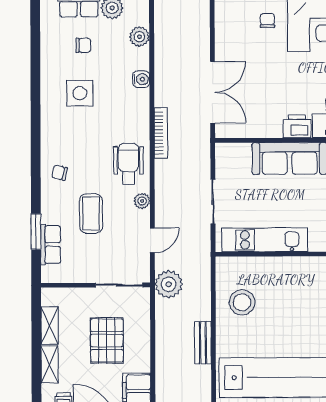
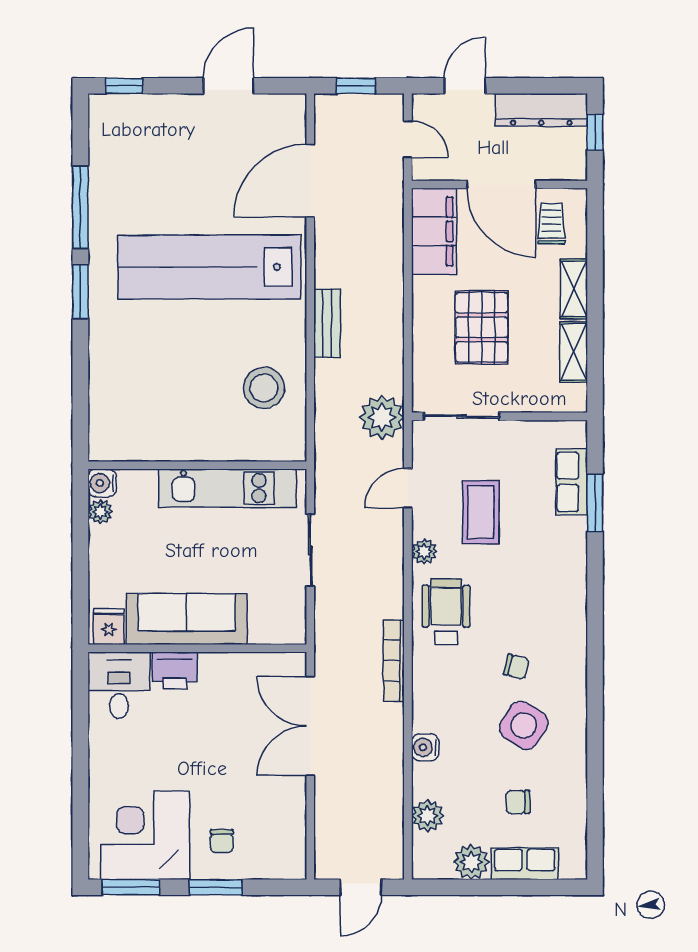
side table: (80, 93) -> (524, 725), turned 32
wheelchair: (128, 164) -> (446, 611), turned 180
chair: (60, 173) -> (516, 667), moved
coffee table: (91, 214) -> (481, 512), moved

